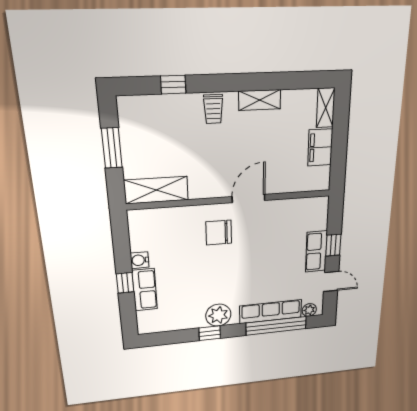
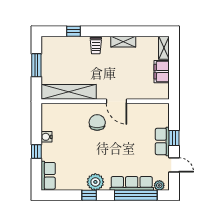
shelving: (156, 190) -> (69, 92), width x1.47
door: (249, 198) -> (116, 101), swing flipped
chair: (219, 233) -> (97, 122), turned 90
row of seats: (145, 290) -> (48, 176), moved

